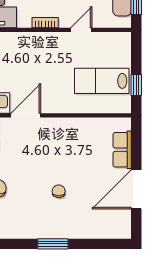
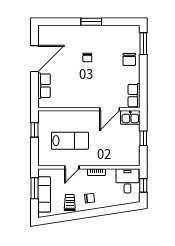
lab bench: (102, 81) -> (70, 141), moved

